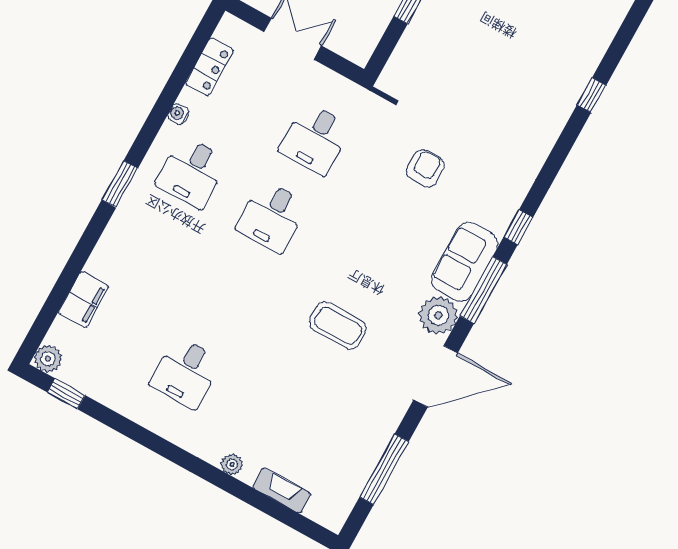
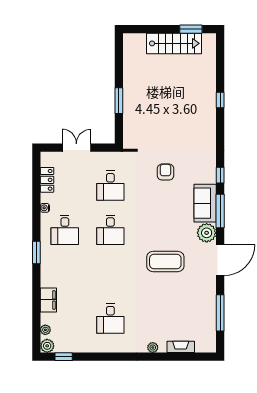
filing cabinet: (83, 300) -> (48, 300), moved
coffee table: (338, 326) -> (165, 262), width x1.36, depth x1.32
plant: (61, 329) -> (45, 330), added

